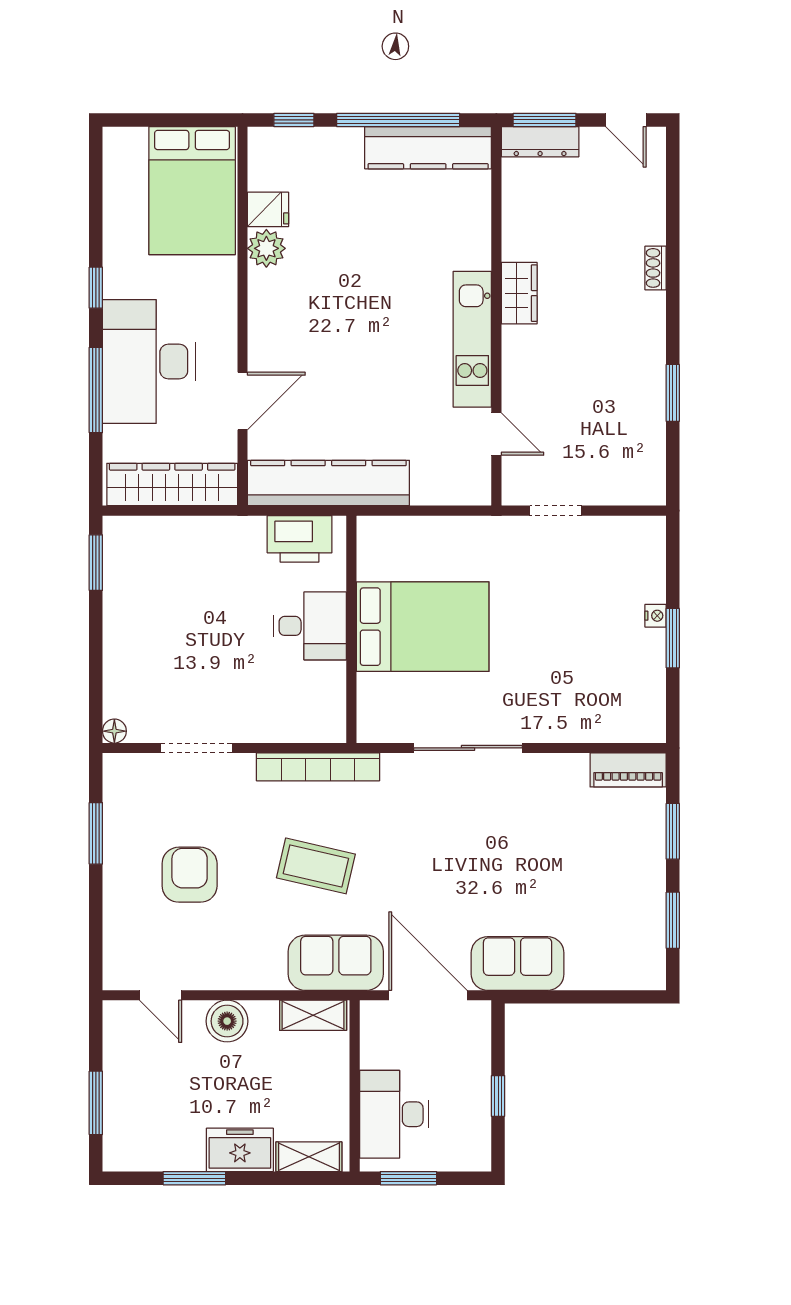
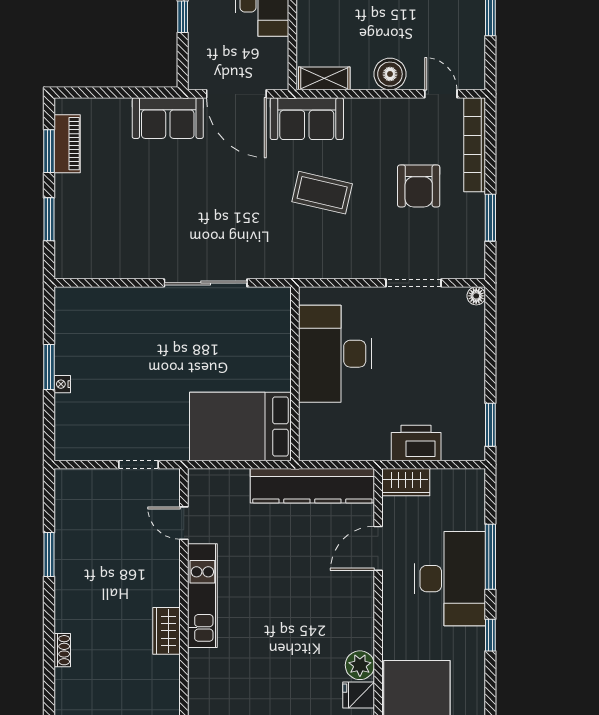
wardrobe: (172, 484) -> (406, 482), width x0.48, depth x0.85
printer: (300, 539) -> (416, 443), moved
desk: (310, 626) -> (335, 354), width x1.87, depth x1.30
bed: (423, 627) -> (240, 427), moved
bookcase: (318, 767) -> (475, 145), moved, turned -90
piano: (628, 770) -> (67, 144), moved, turned 90

